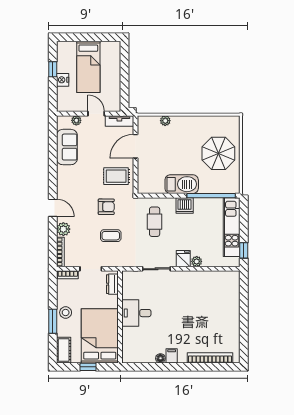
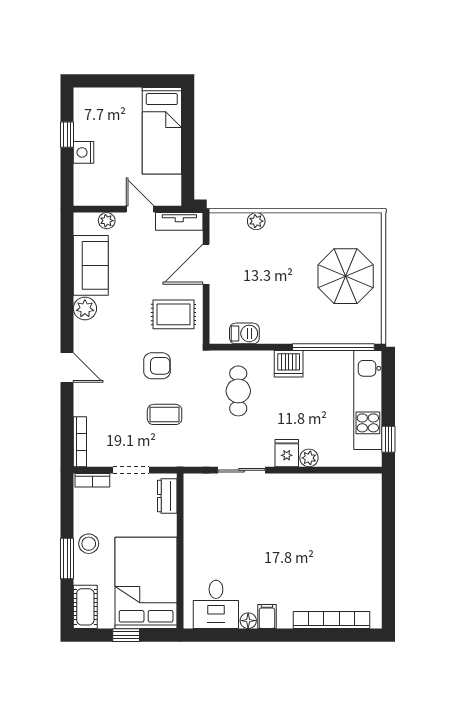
bed: (88, 67) -> (162, 131), moved
barbecue: (182, 184) -> (244, 333), moved, width x0.53, depth x0.65
plant: (63, 229) -> (85, 309), moved
desk: (136, 313) -> (216, 604), moved, turned -90

